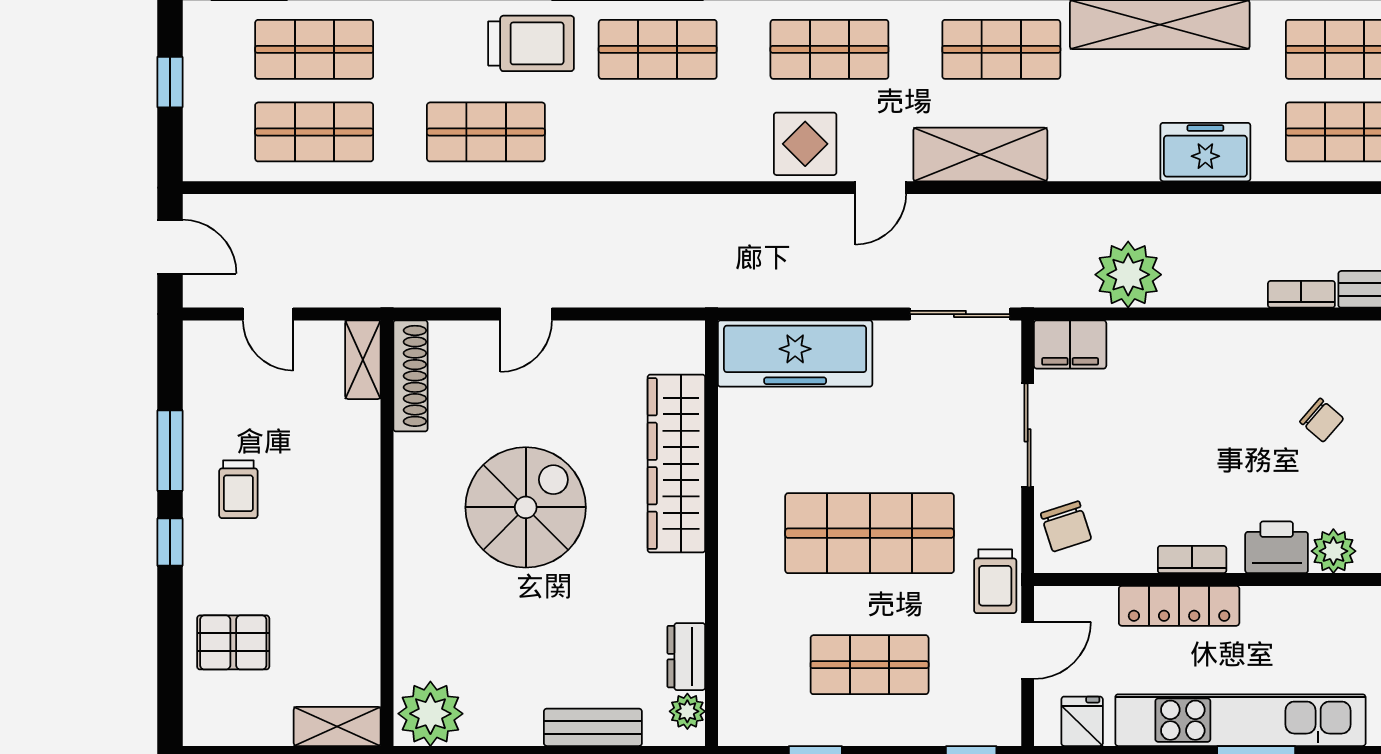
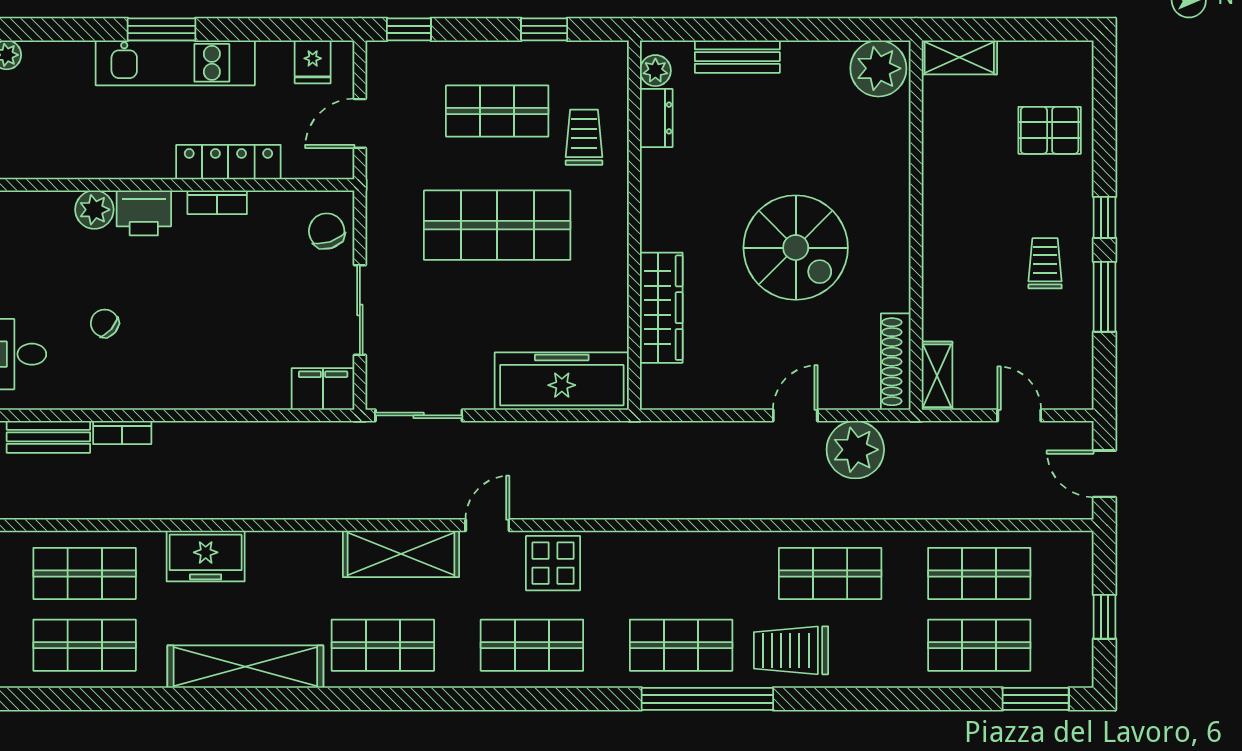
plant: (1128, 275) -> (855, 450), moved
wardrobe: (676, 464) -> (661, 308), width x0.71, depth x0.85
spiral stairs: (526, 507) -> (796, 248), turned -90
trolley: (995, 581) -> (584, 137), moved
kitchen unit: (1240, 720) -> (175, 63), width x0.73

